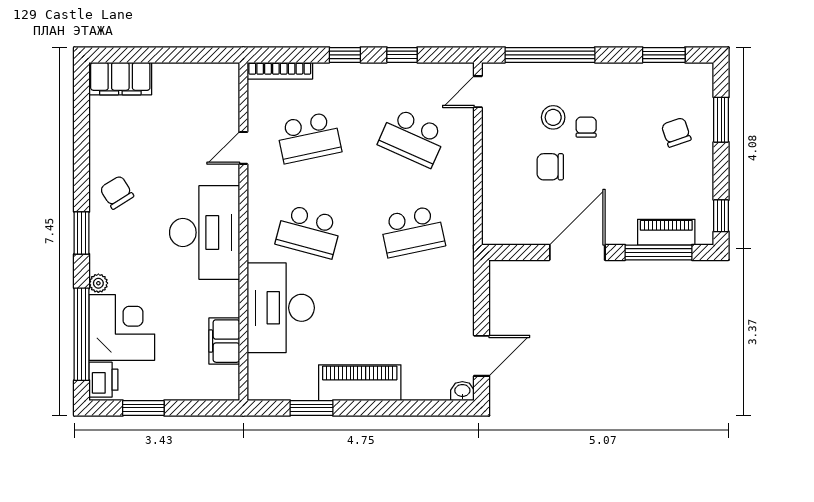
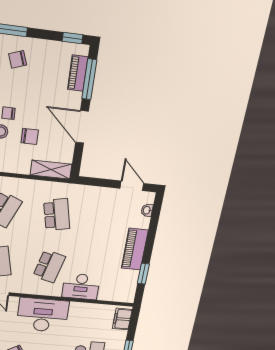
chair: (550, 167) -> (30, 136), turned -90
shelving: (495, 210) -> (51, 170), added
desk: (281, 308) -> (81, 286), width x0.73, depth x0.77
filing cabinet: (224, 341) -> (122, 319), moved, turned 90
washbasin: (462, 391) -> (147, 210), moved

